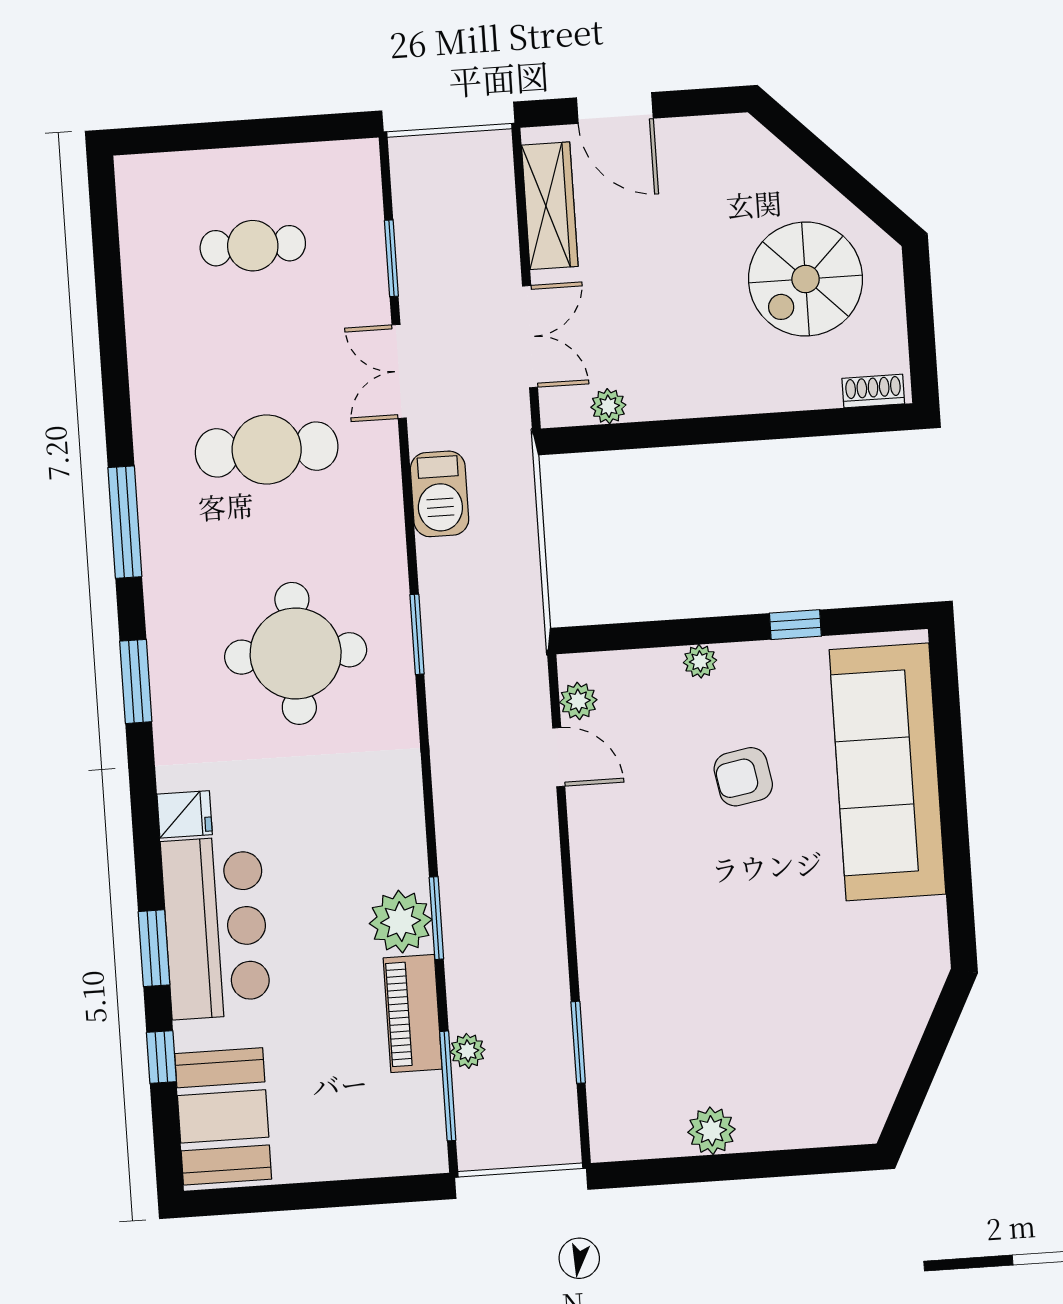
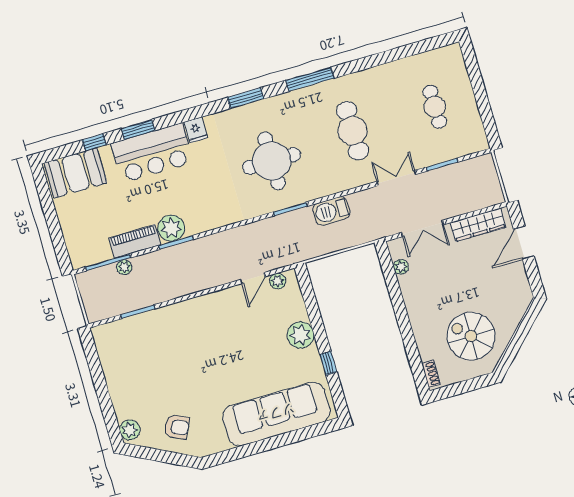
barbecue: (440, 494) -> (331, 211), moved
plant: (700, 661) -> (301, 335), width x1.88, depth x1.88
armchair: (743, 777) -> (177, 427), moved, turned 126
plant: (711, 1131) -> (130, 430), moved

